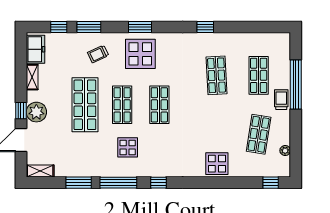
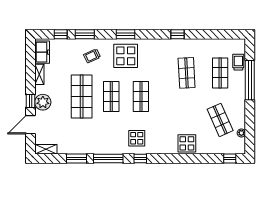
trolley: (281, 100) -> (238, 62), moved
shop shelf: (259, 134) -> (220, 120), turned -33
display table: (128, 147) -> (137, 138), moved

